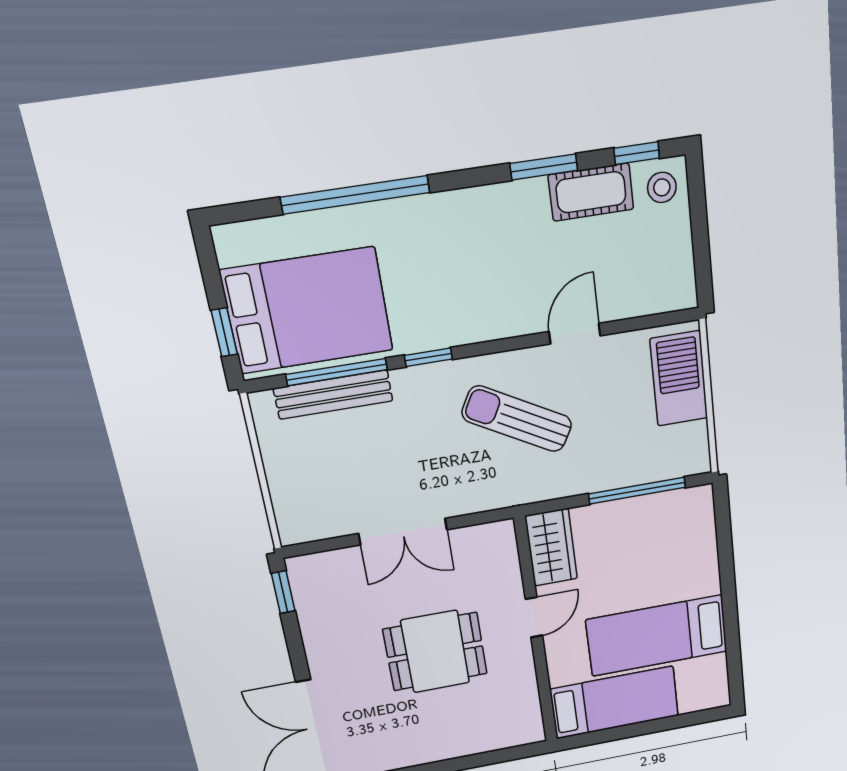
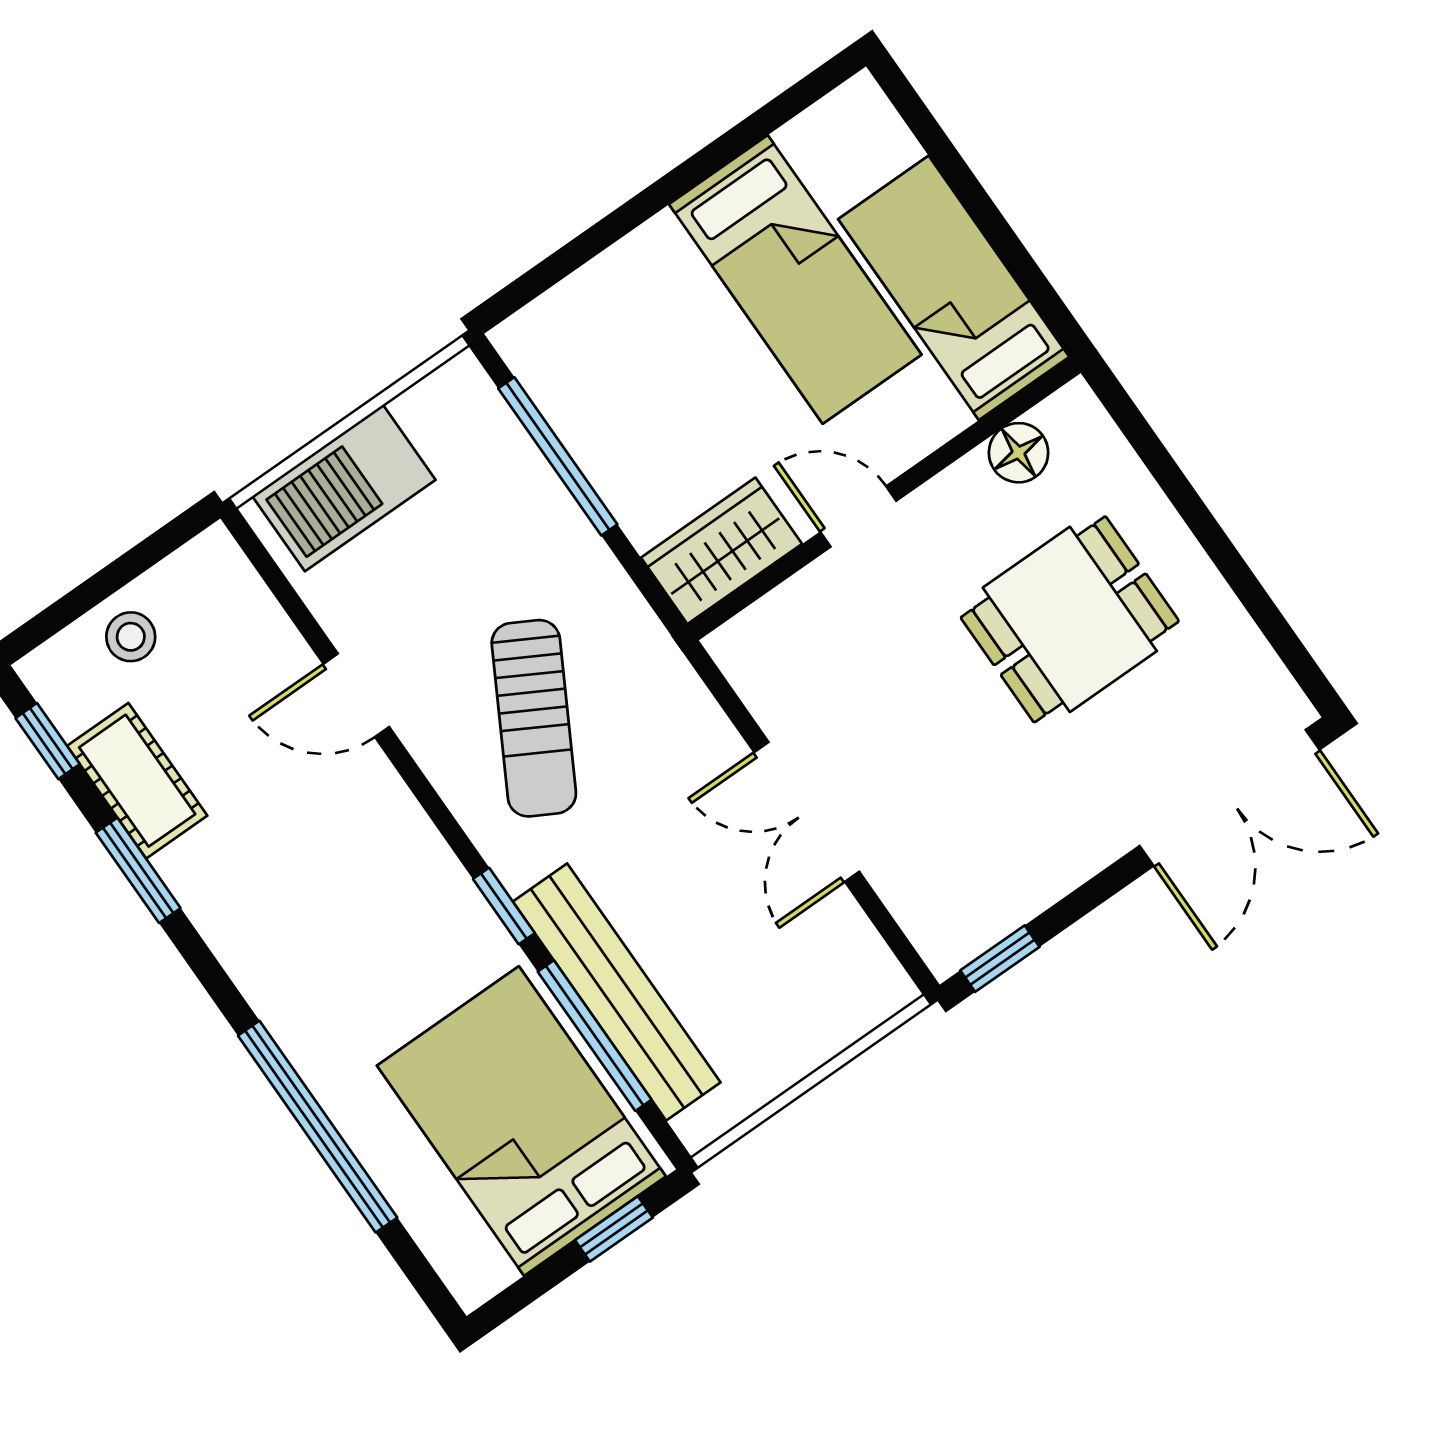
stool: (662, 187) -> (131, 637), moved
bench: (333, 395) -> (617, 992), width x1.37, depth x1.21
double door: (403, 532) -> (807, 812), swing flipped
dining table: (435, 652) -> (1070, 619), moved, turned 90
floor lamp: (525, 700) -> (1018, 453), added

